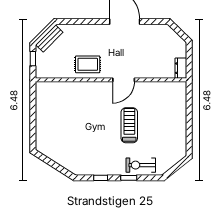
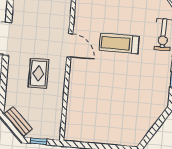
rug: (88, 64) -> (39, 74), moved

